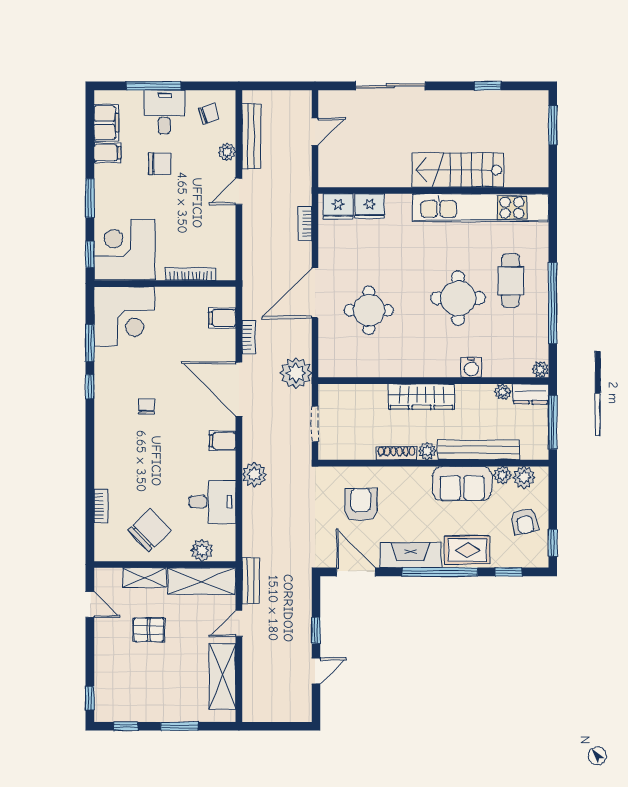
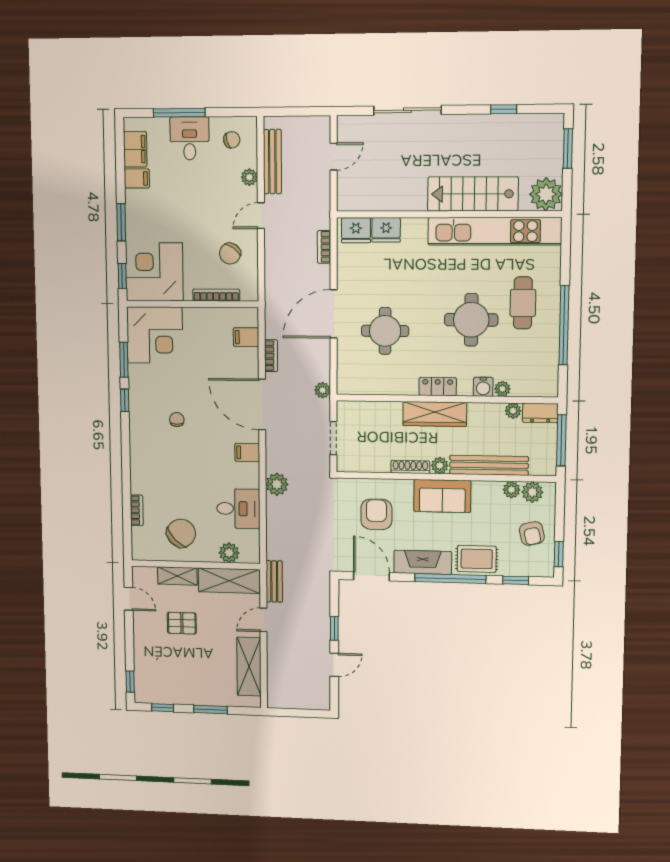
chair: (160, 164) -> (230, 254), moved, turned 125
plant: (532, 171) -> (546, 194), added
locker: (424, 368) -> (438, 387), added
plant: (540, 369) -> (502, 389), moved
plant: (296, 373) -> (323, 390), width x0.53, depth x0.53
sofa: (462, 483) -> (442, 496), moved

